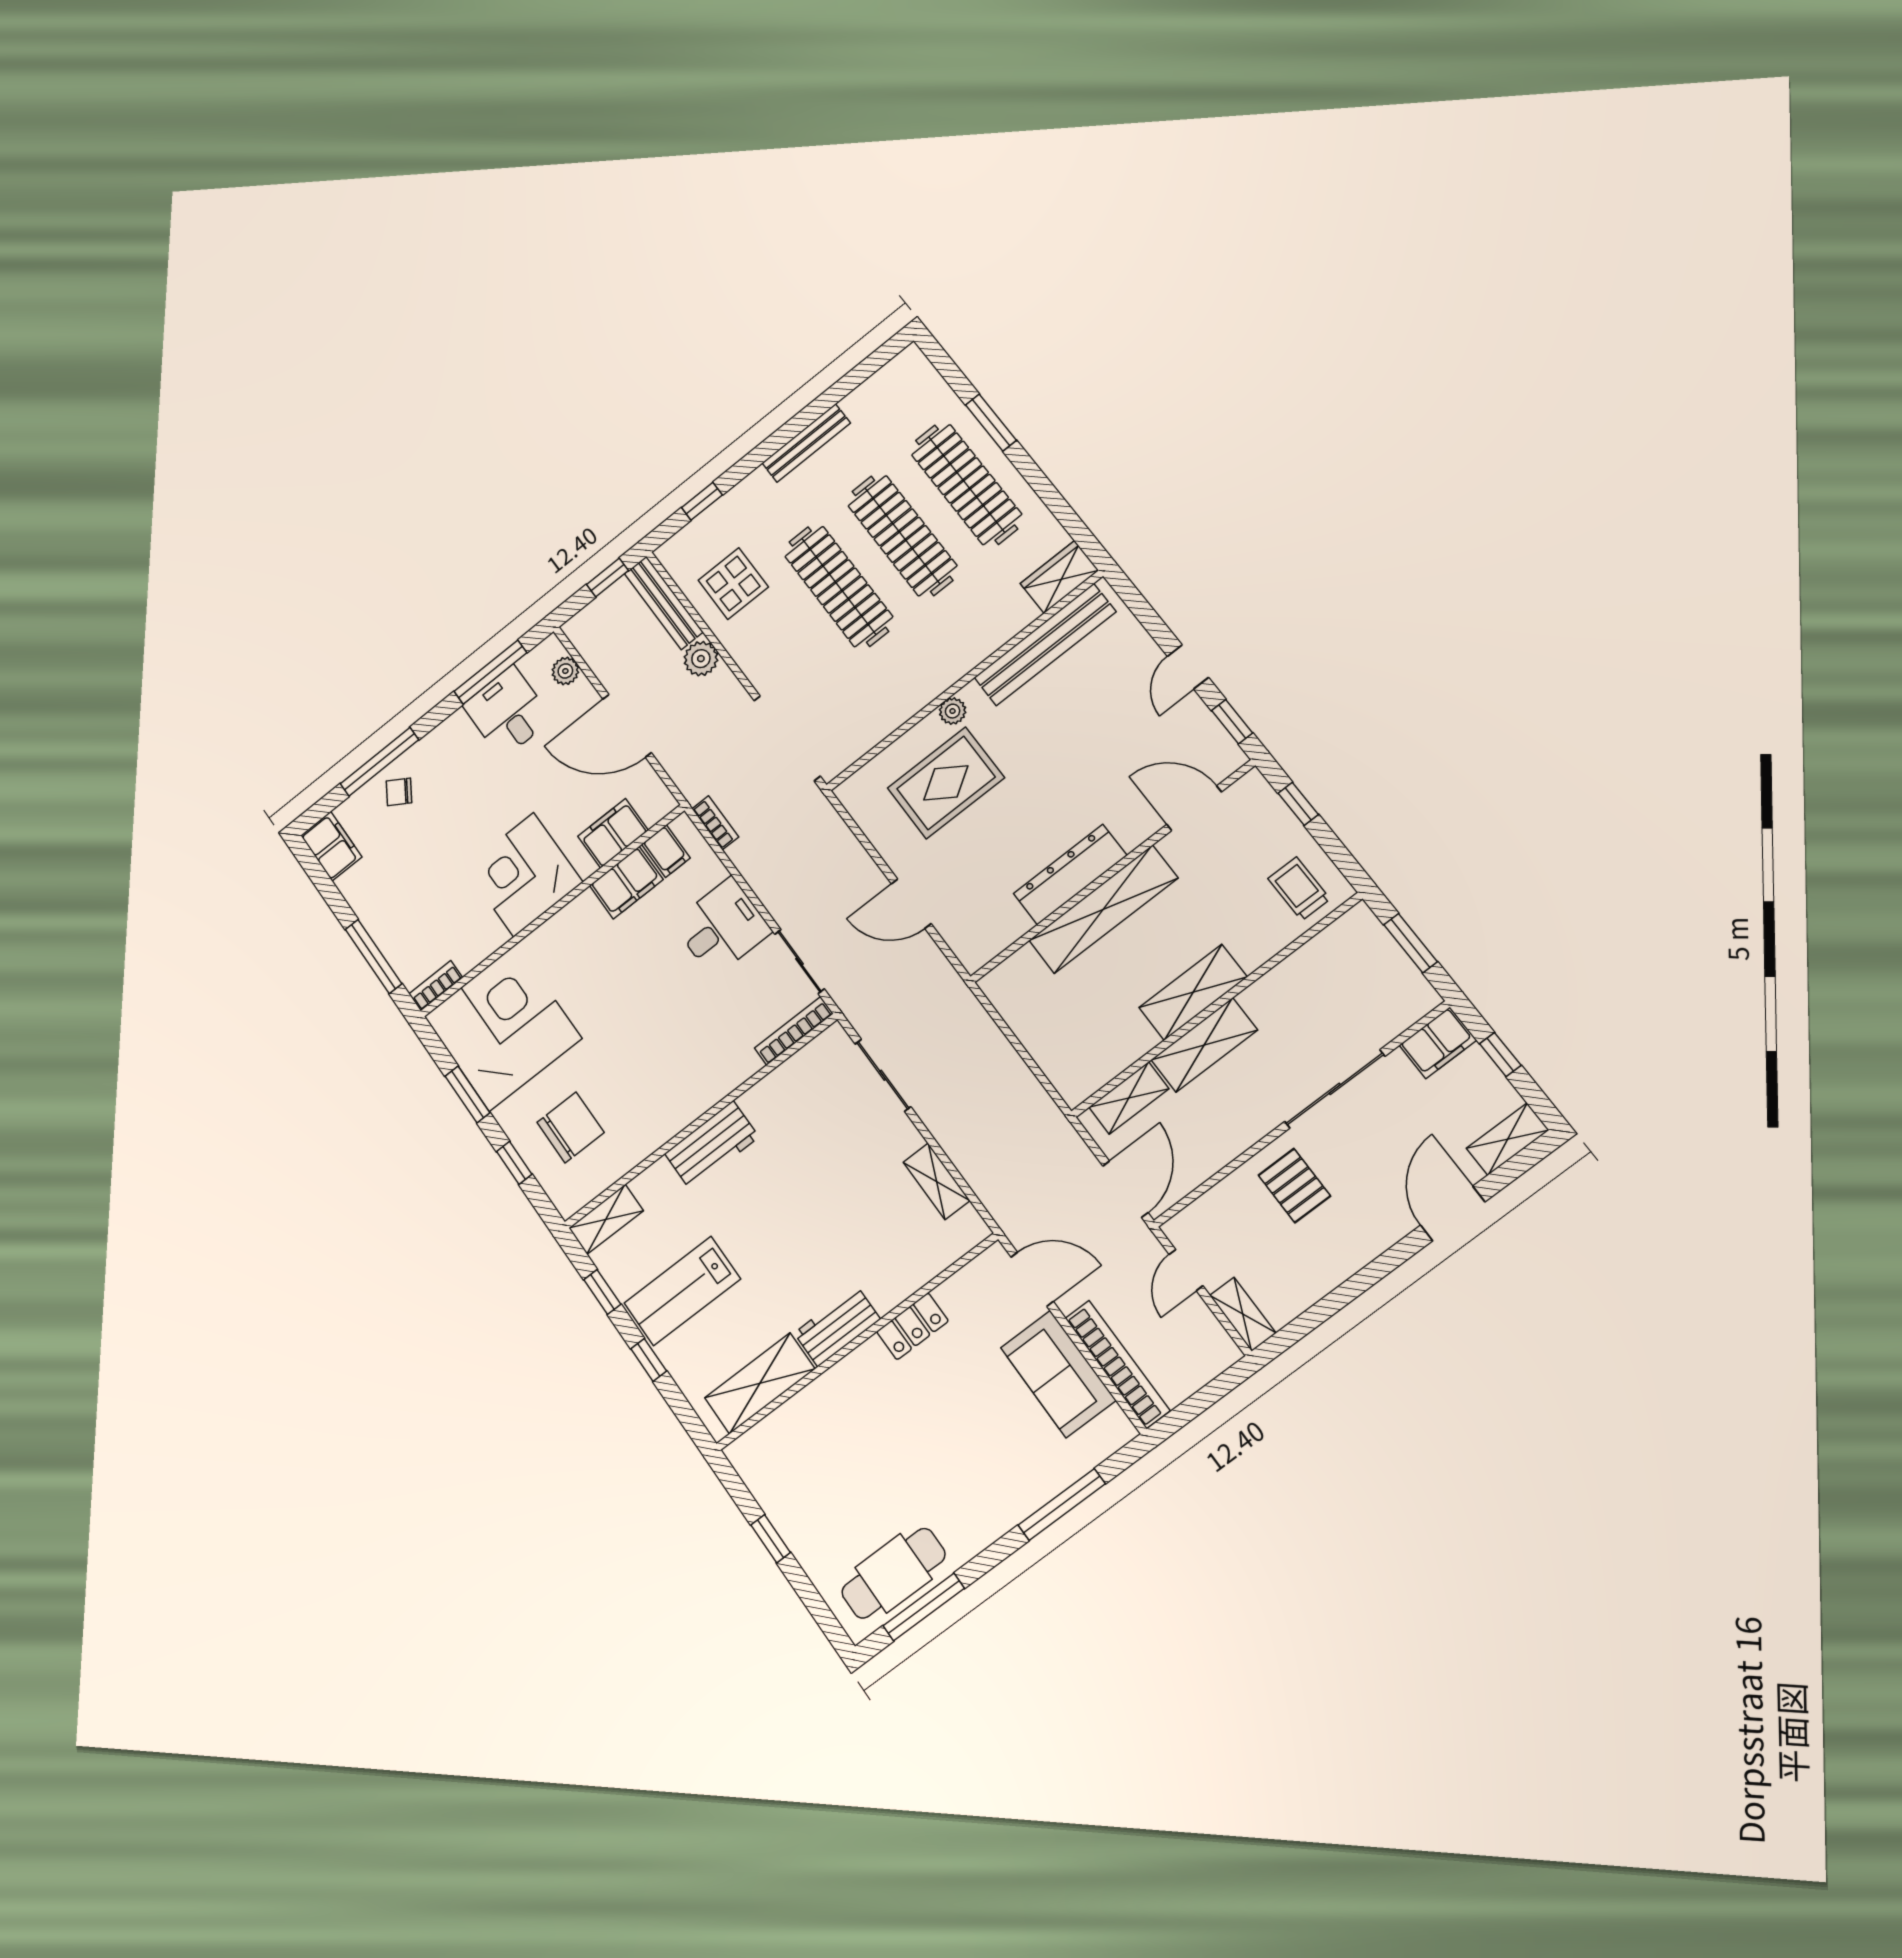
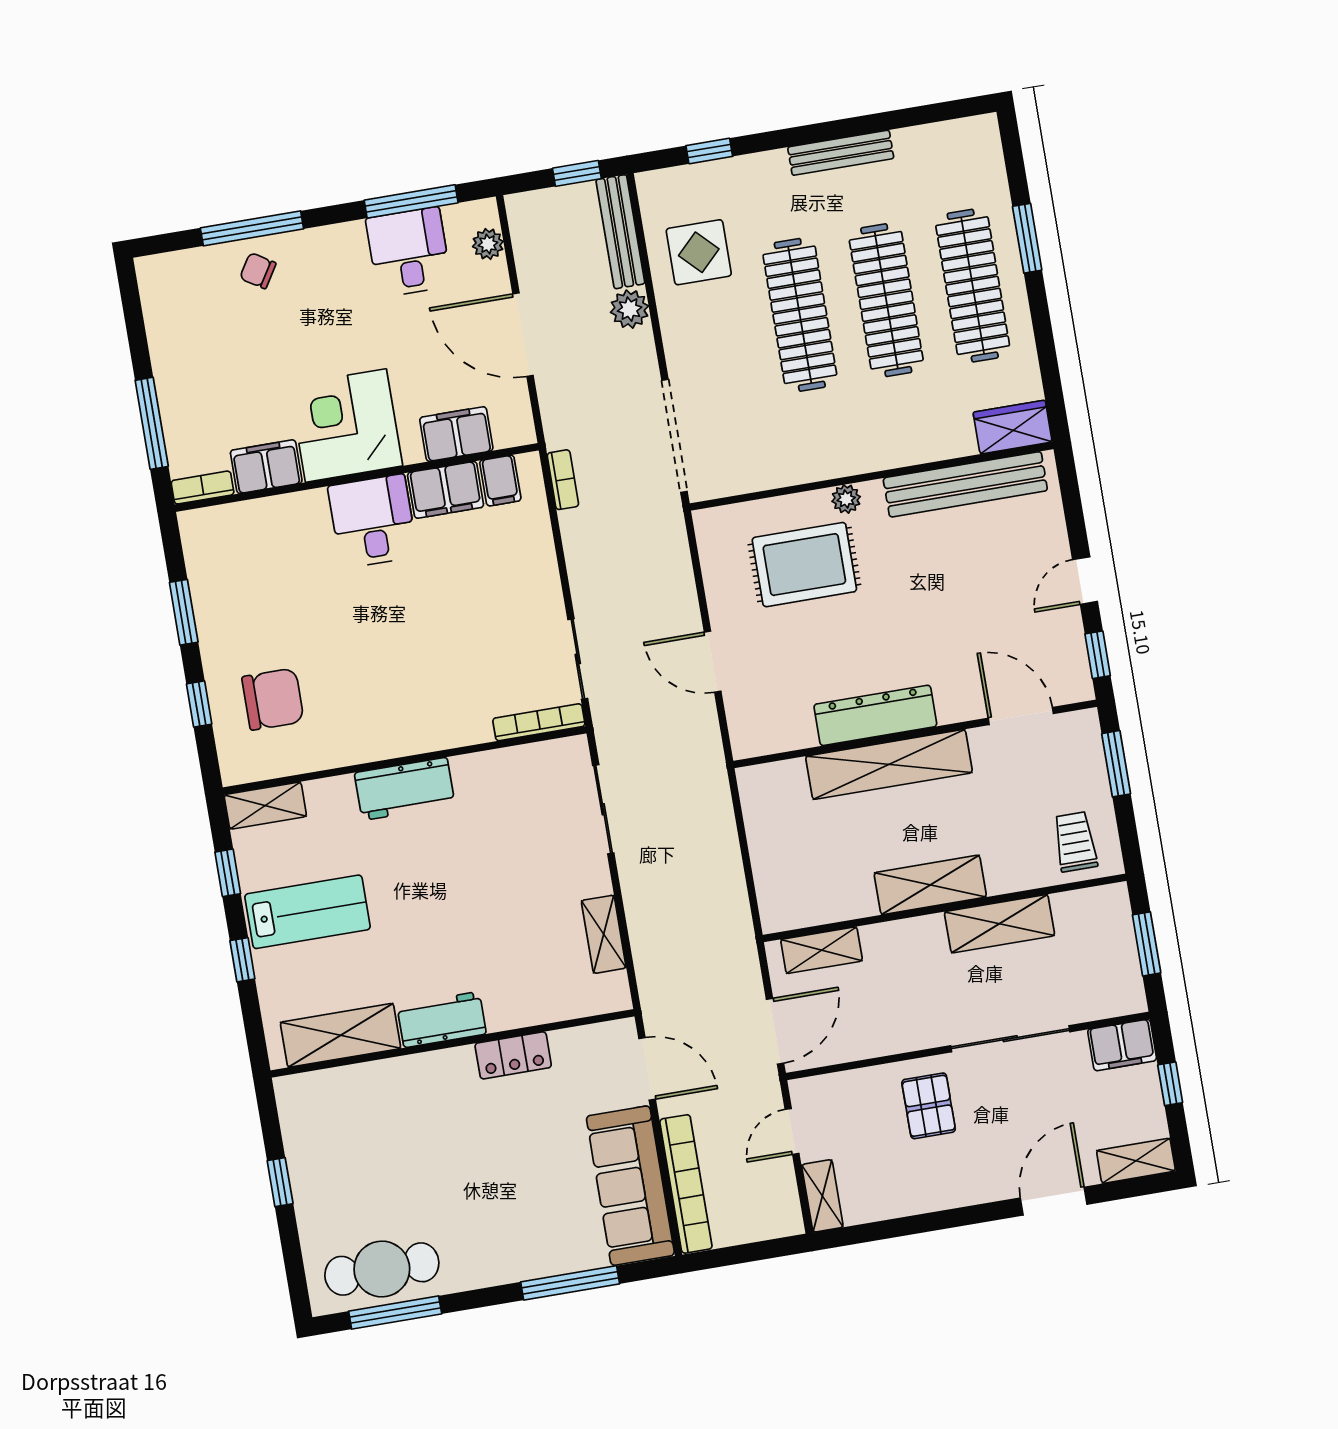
window: (1298, 804) -> (1116, 764), width x1.50
filing cabinet: (331, 846) -> (266, 467), moved, turned -90
desk: (722, 927) -> (373, 521), moved, turned -90
corner desk: (503, 1027) -> (251, 565), removed
shelving: (1204, 1045) -> (999, 924), moved
lab bench: (682, 1291) -> (307, 912), turned 180
sofa: (1058, 1374) -> (630, 1186), width x1.36

